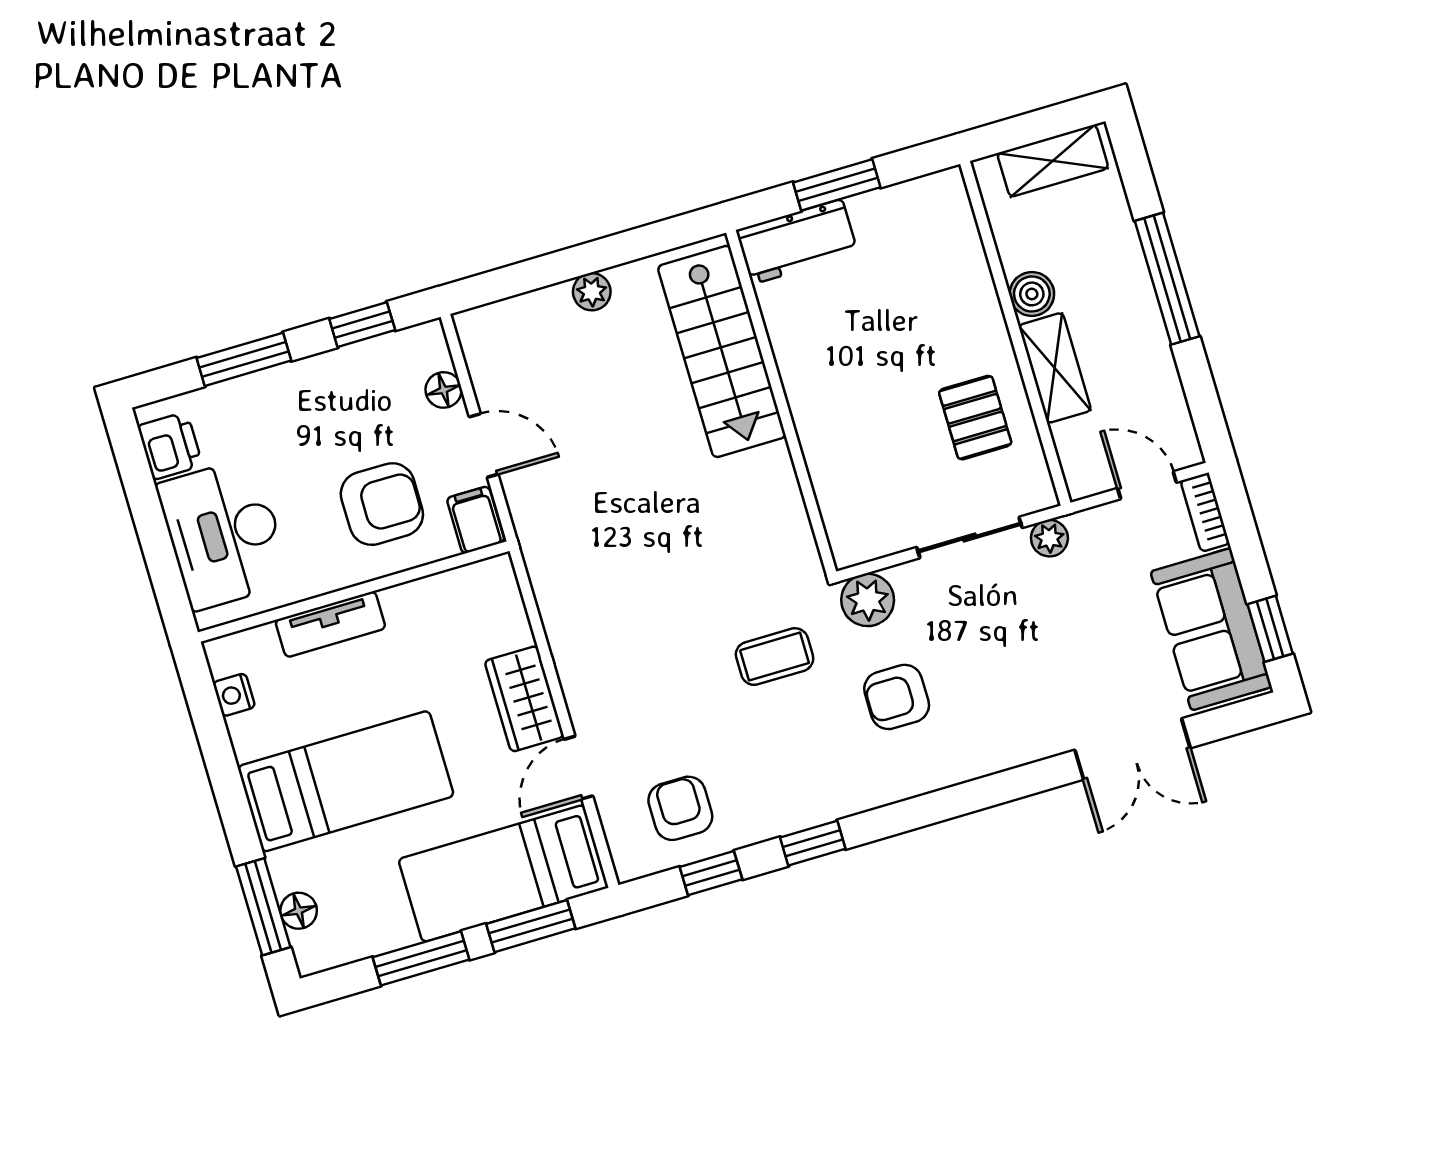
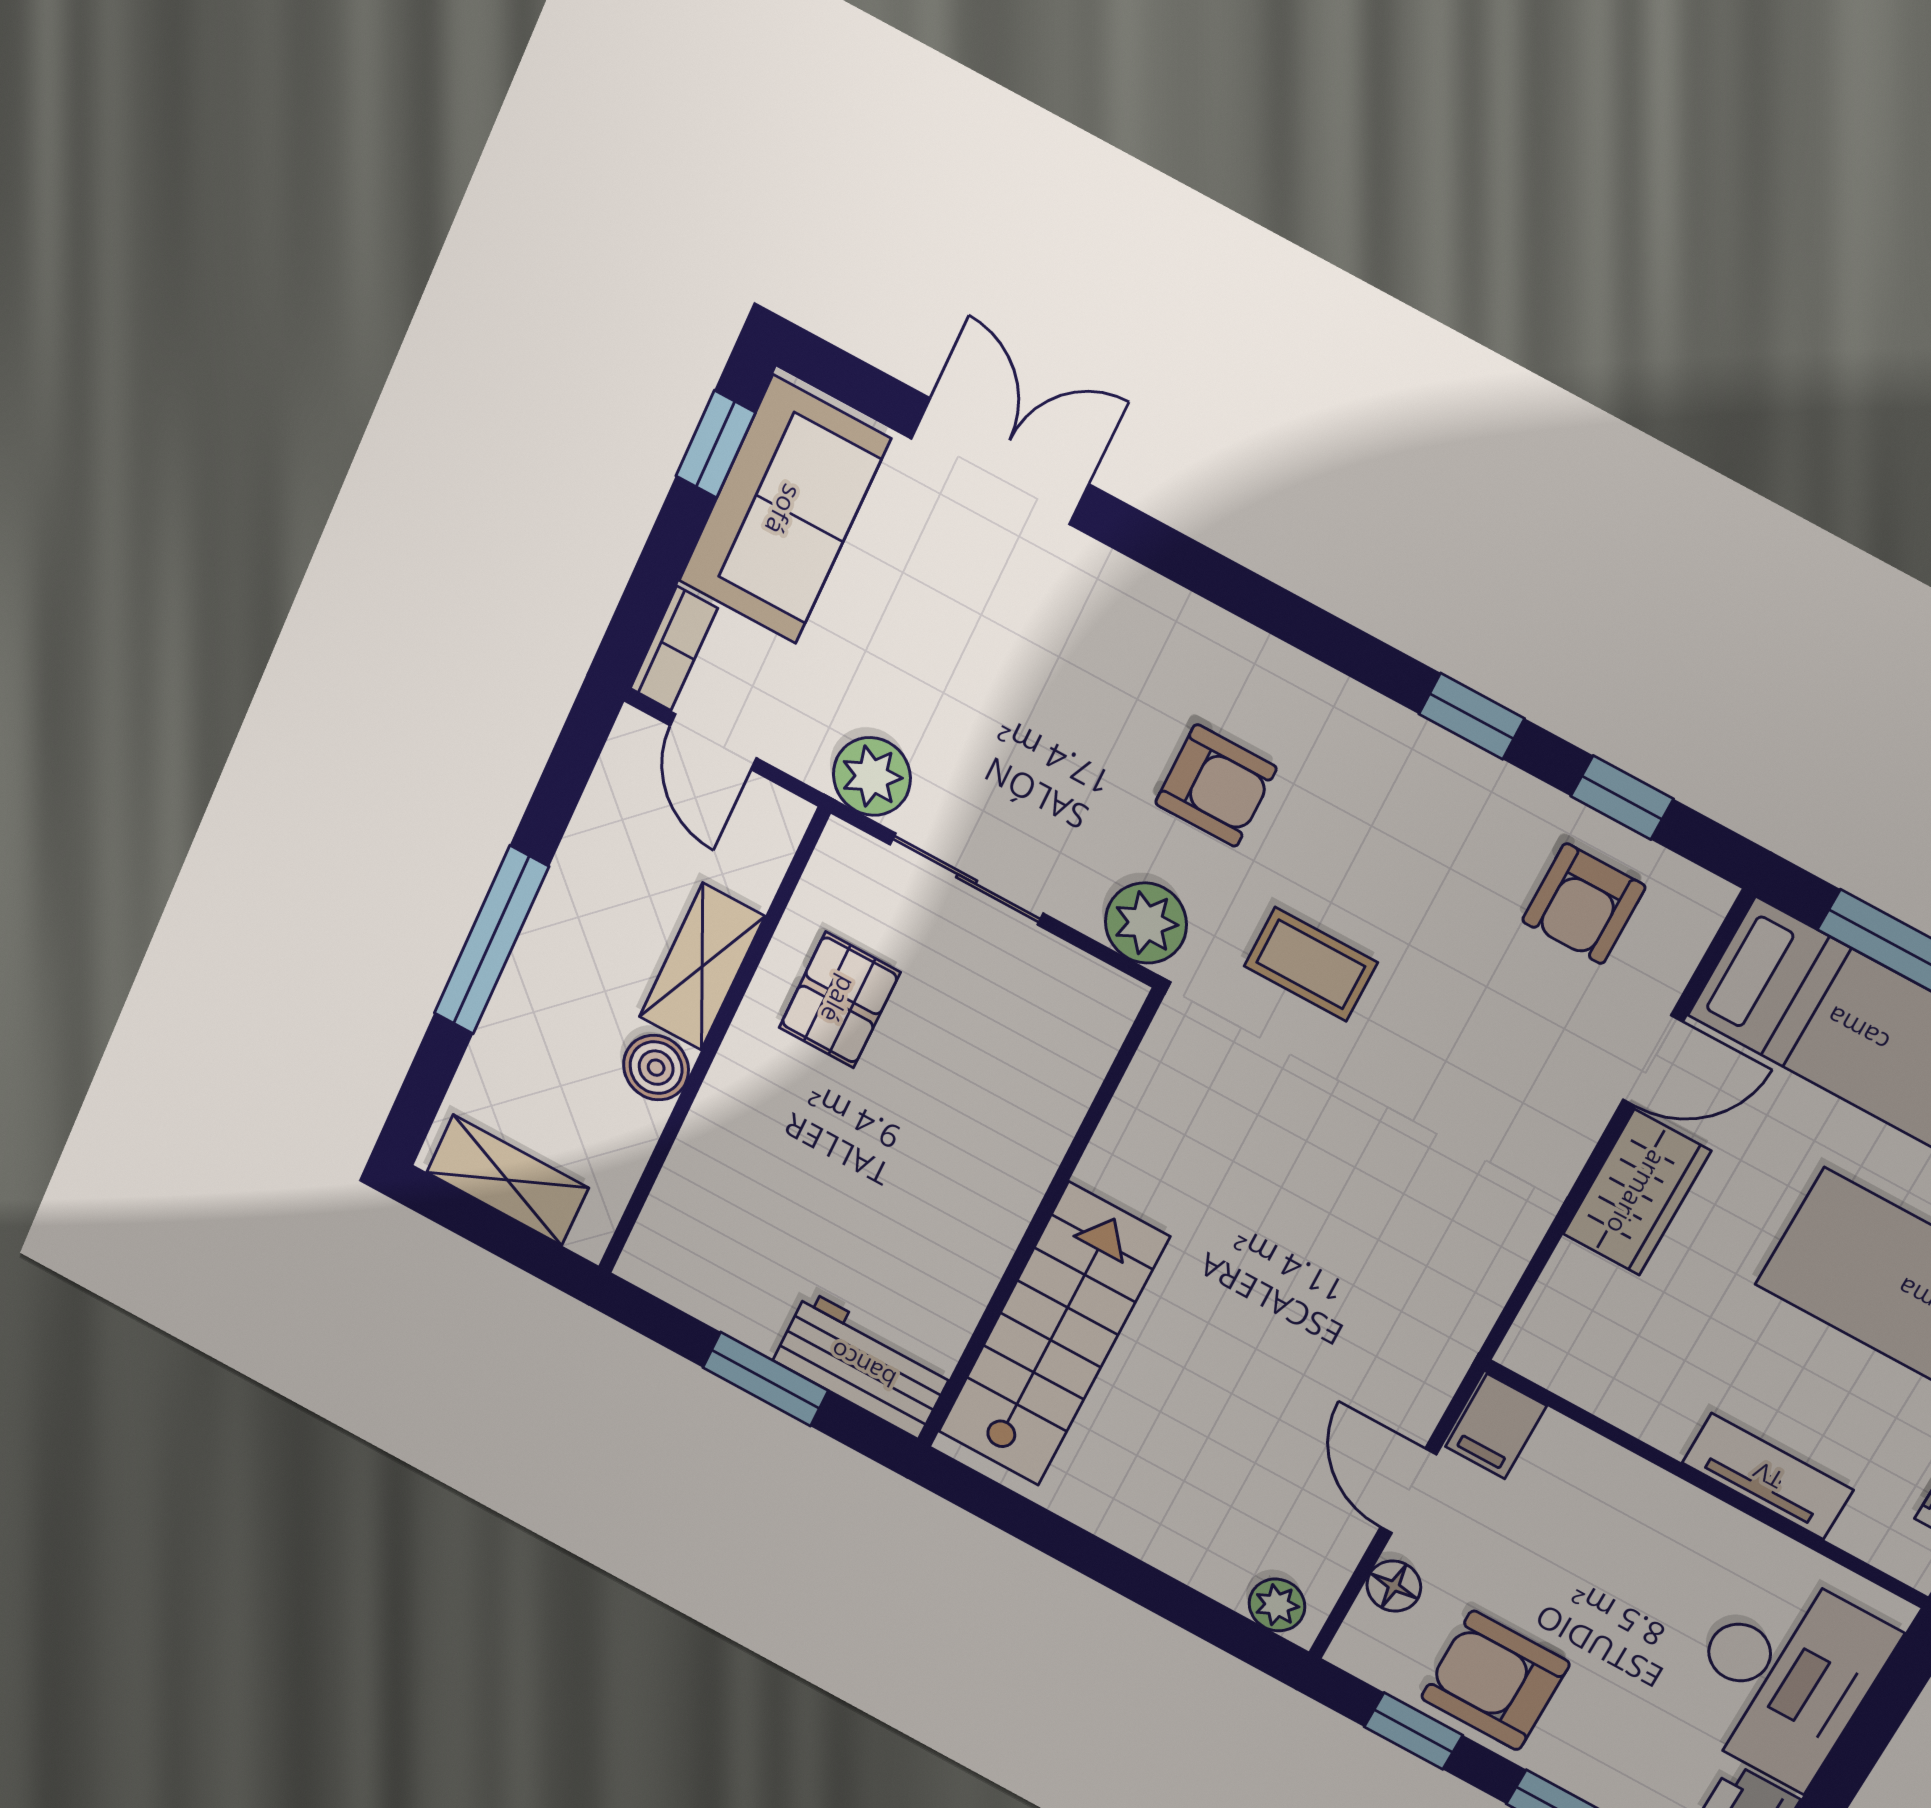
plant: (592, 292) -> (1277, 1605), moved
armchair: (382, 504) -> (1495, 1680), moved
plant: (1049, 538) -> (872, 776), width x1.38, depth x1.38

